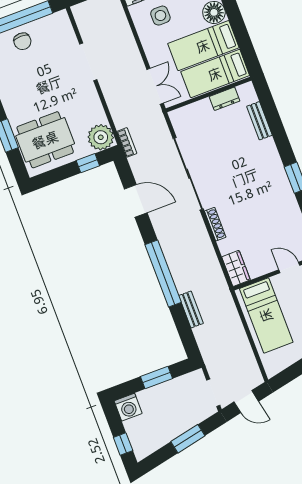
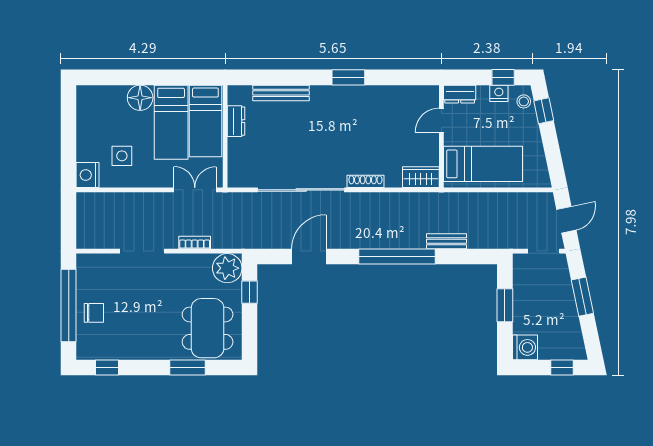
bench: (259, 121) -> (281, 93), width x1.36
bookcase: (127, 142) -> (195, 243), moved

